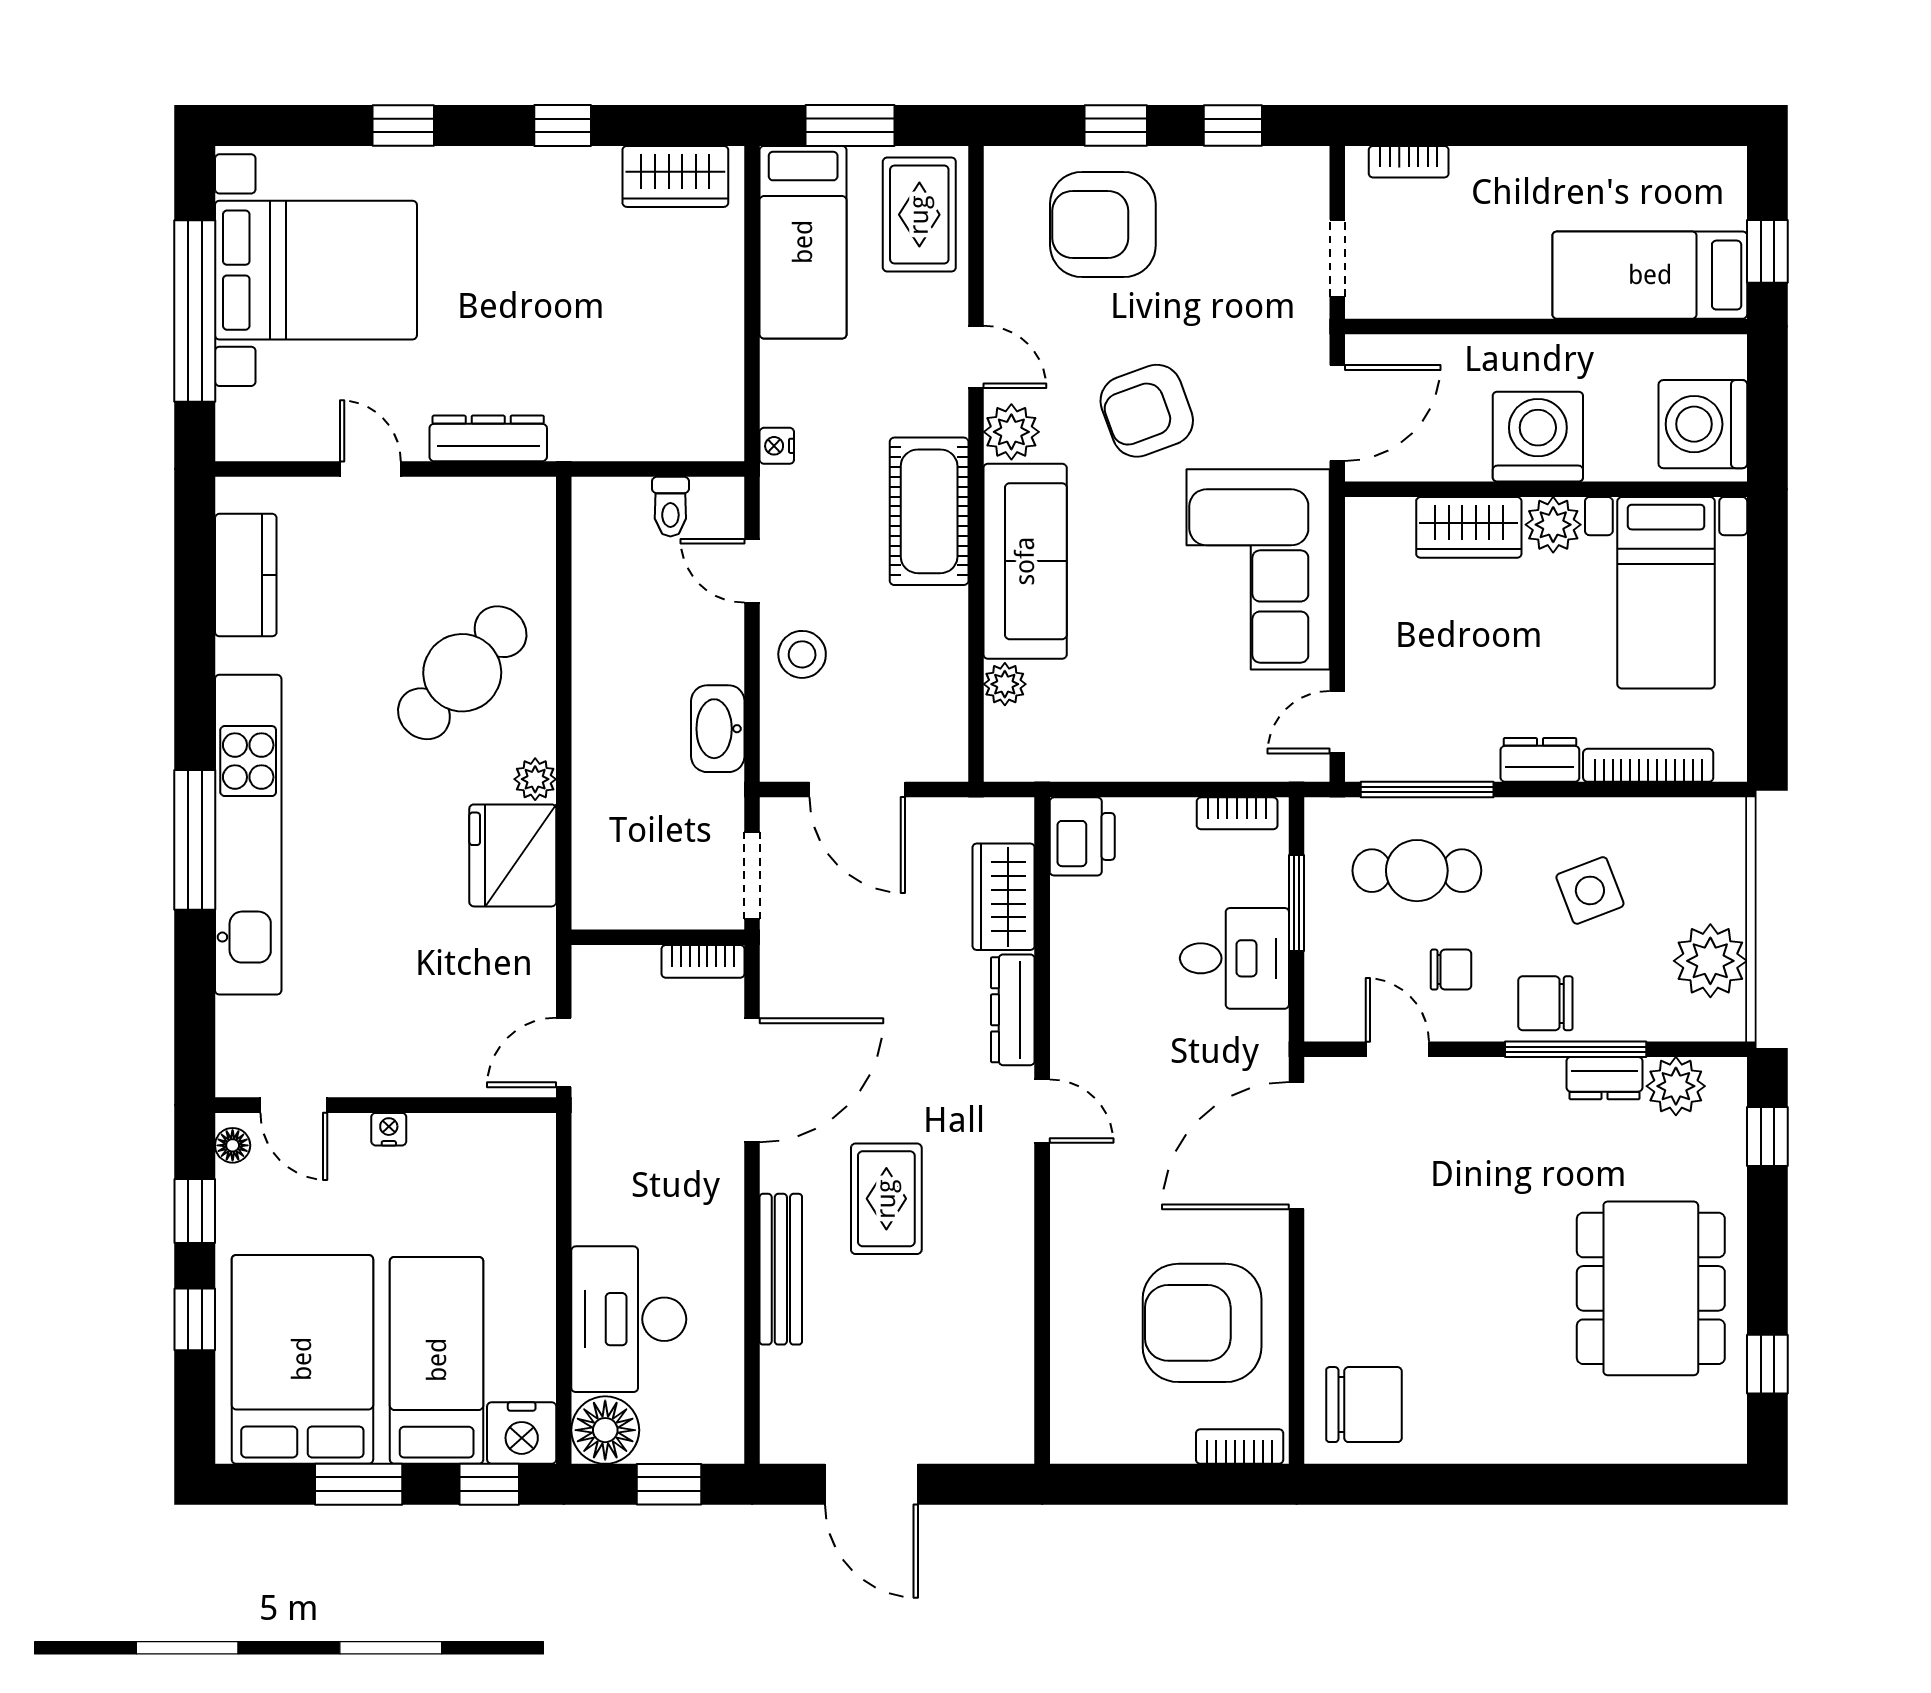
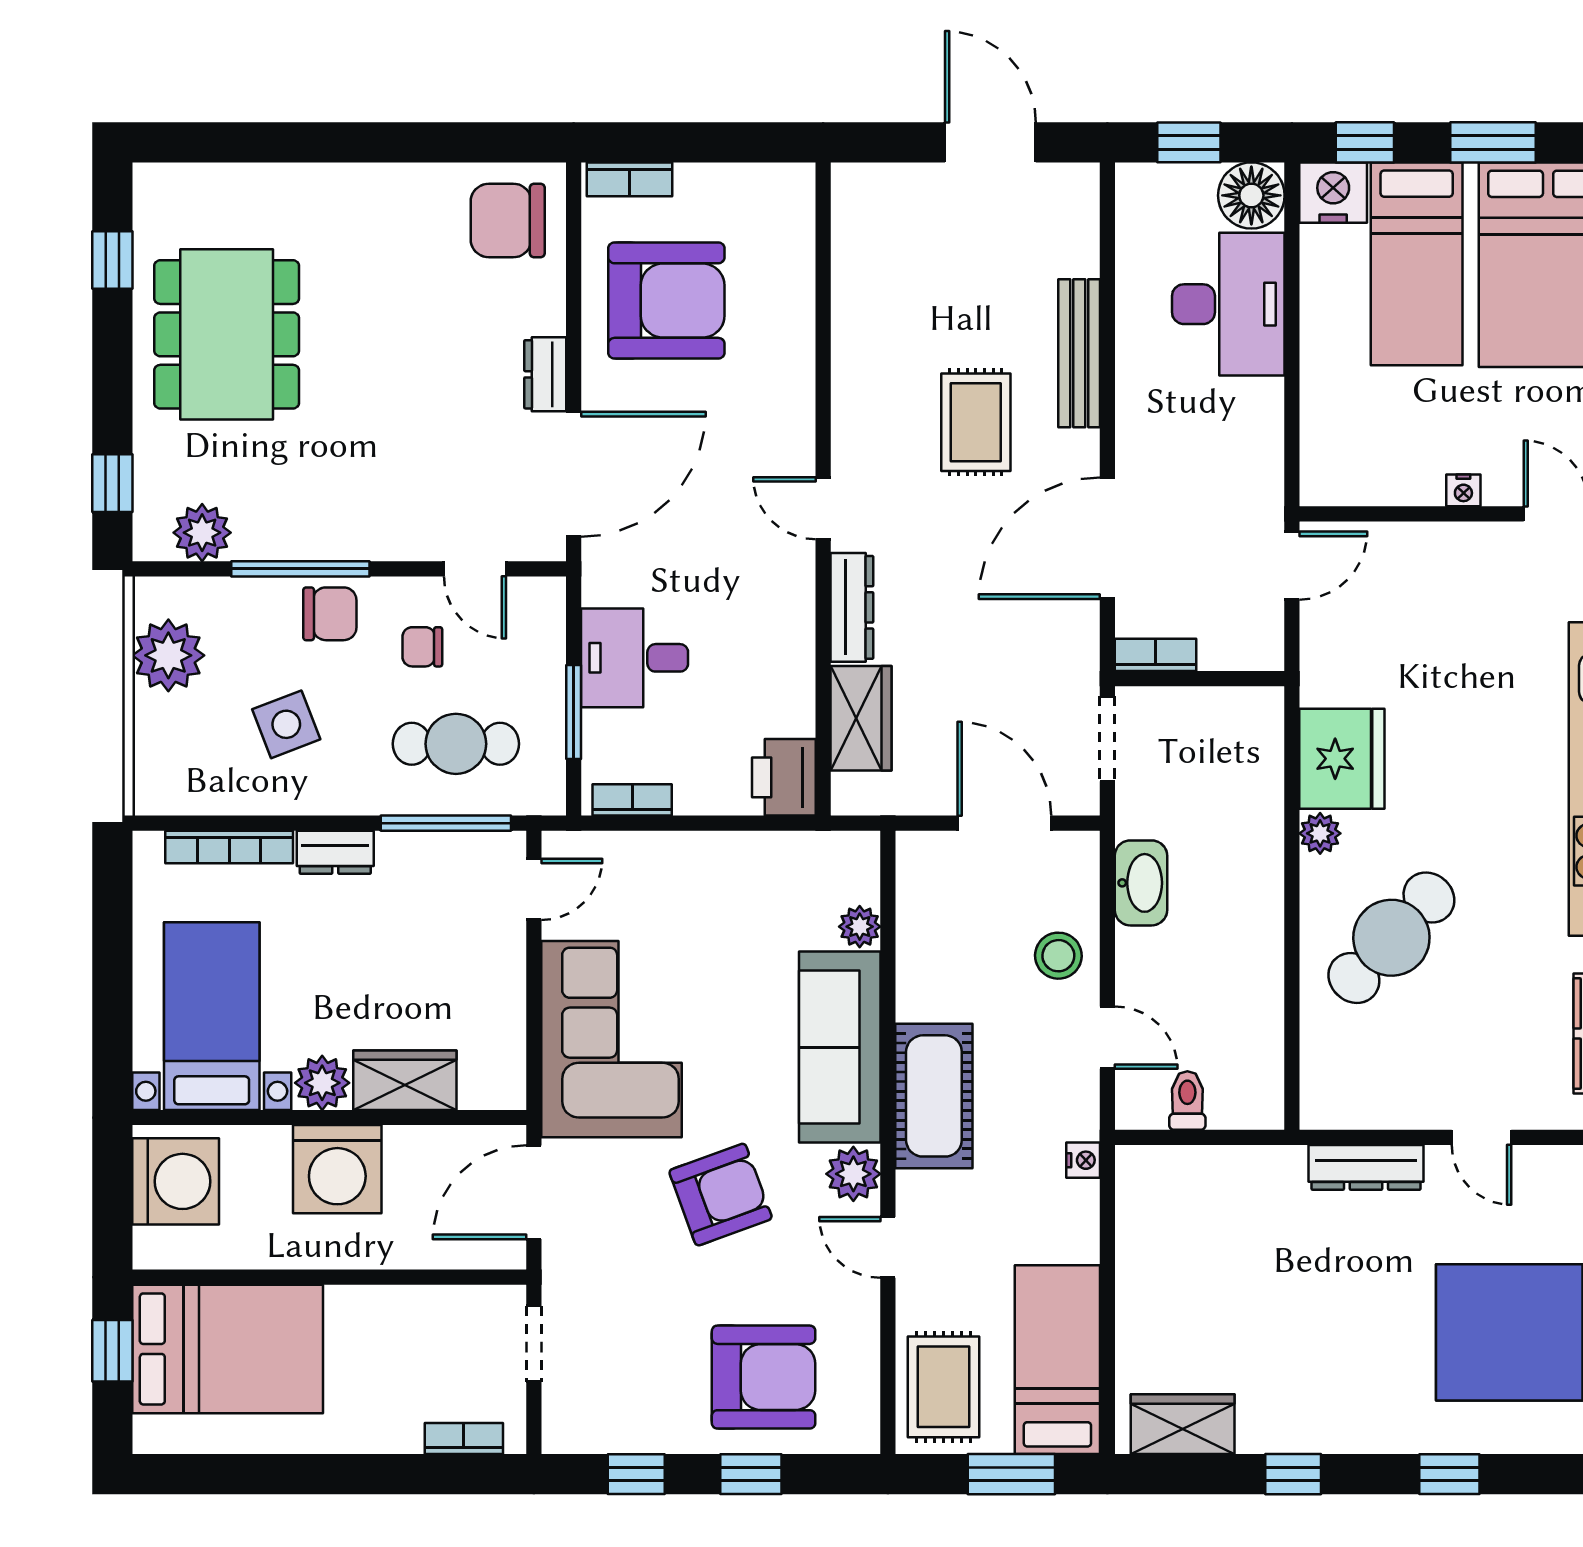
bed: (1650, 275) -> (228, 1349), width x1.50
dresser: (1604, 1078) -> (545, 374), moved, turned -90

